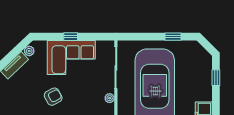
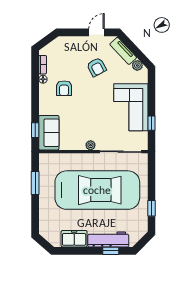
window: (71, 37) -> (151, 123), moved
workbench: (204, 80) -> (108, 239), added
armchair: (53, 97) -> (97, 67), moved

